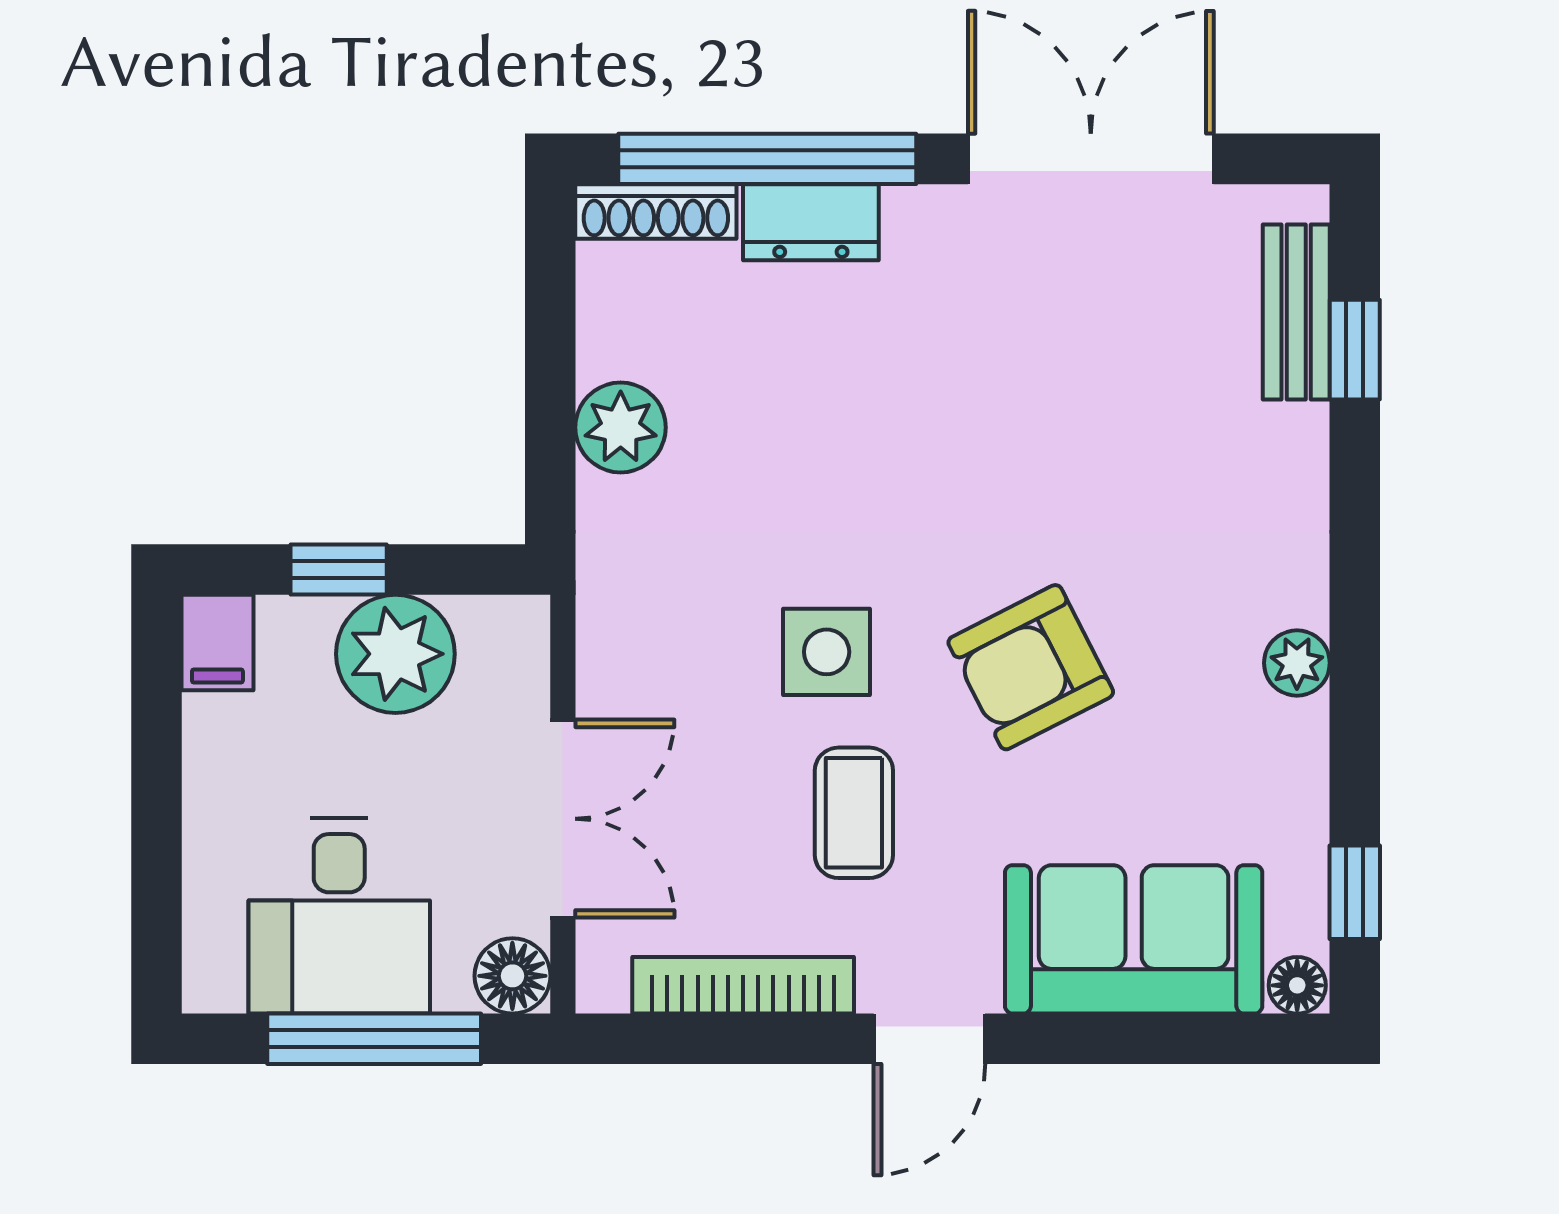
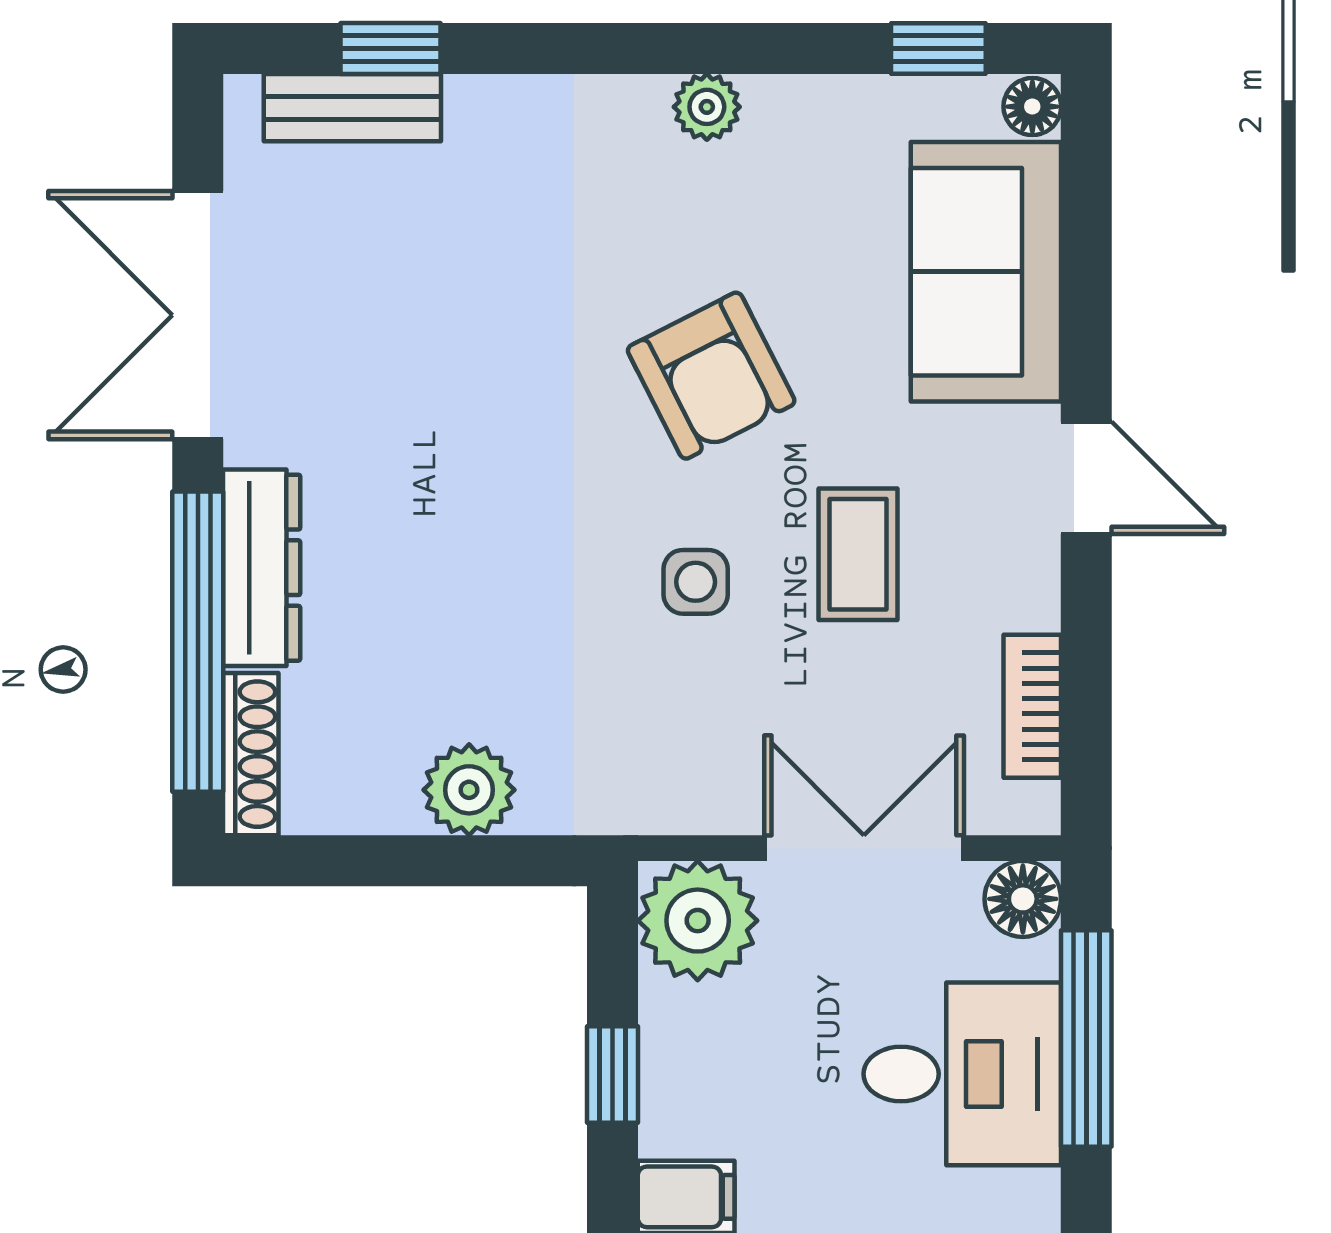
dresser: (811, 222) -> (262, 568), width x1.44
side table: (827, 652) -> (696, 582), width x0.73, depth x0.73
plant: (395, 654) -> (698, 921), moved
coffee table: (854, 813) -> (858, 554), turned 90
bookcase: (743, 985) -> (1032, 706), width x0.64

